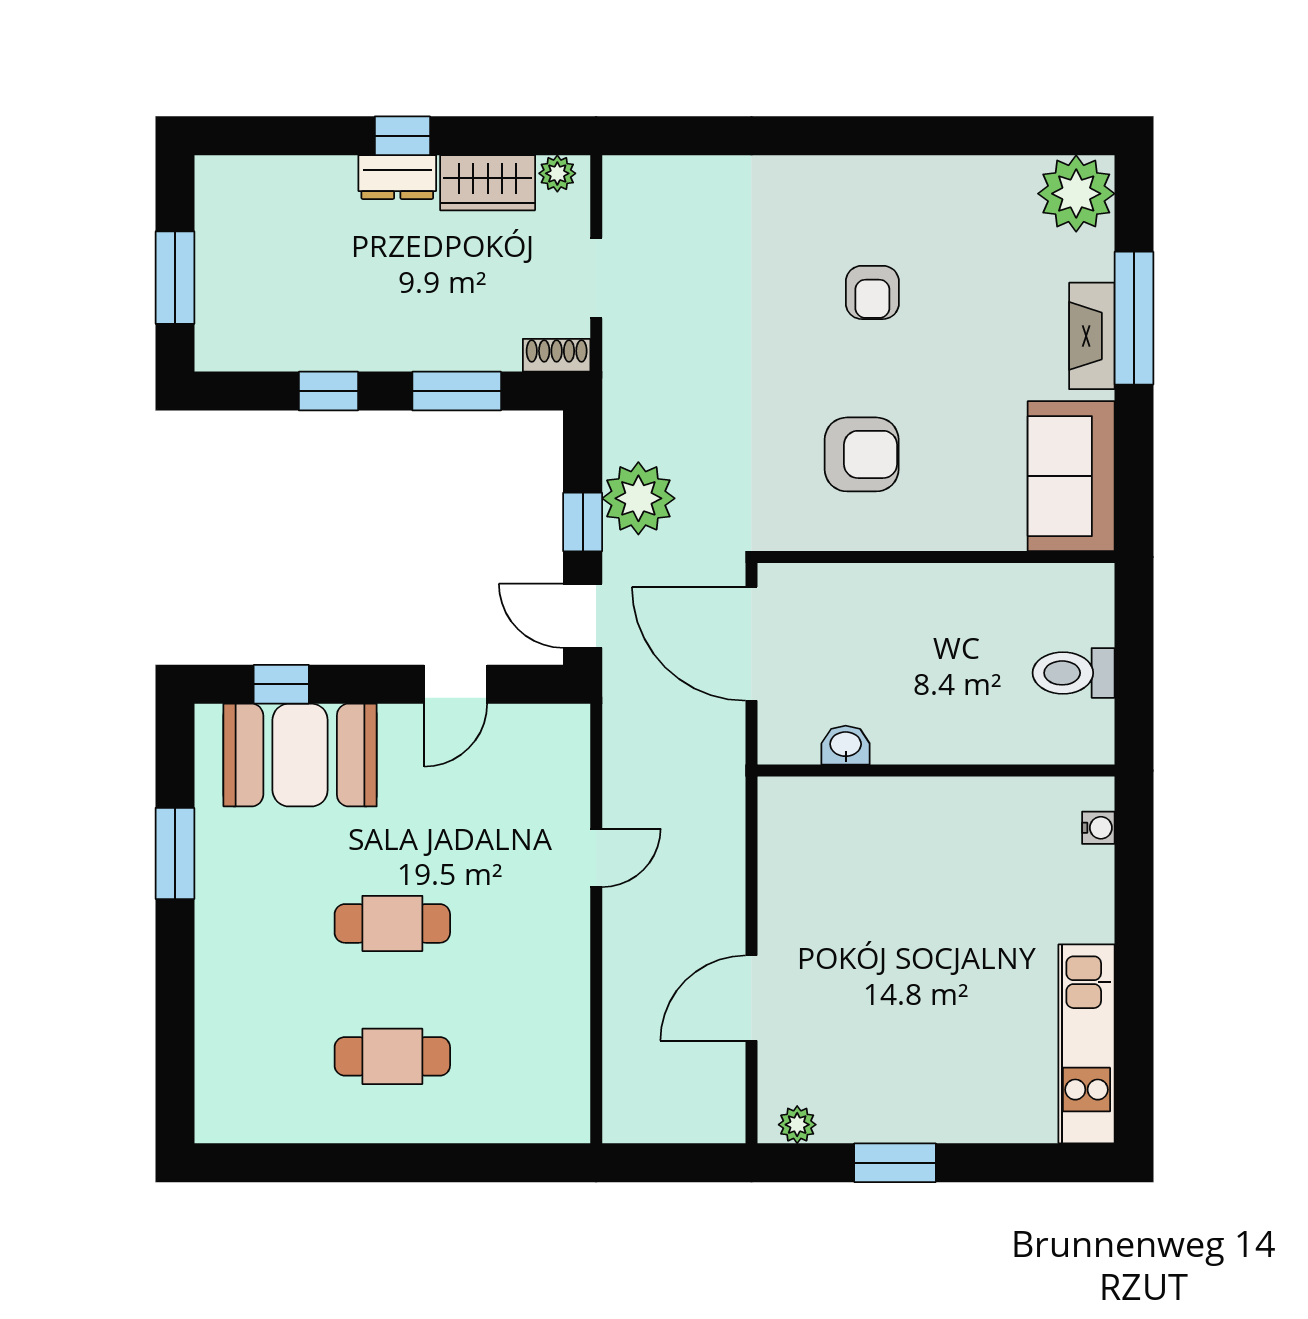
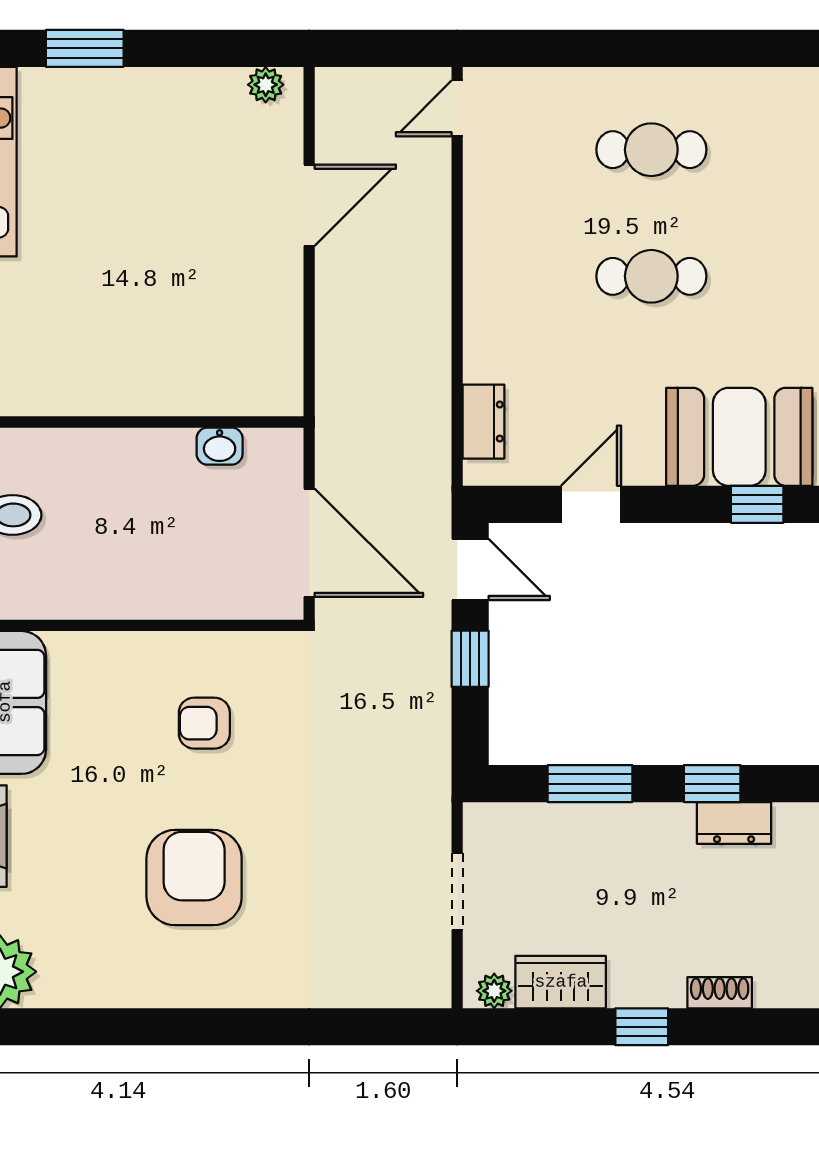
dresser: (397, 177) -> (734, 823), moved, turned 180
armchair: (872, 292) -> (194, 878), width x1.88, depth x1.88
shoe rack: (557, 355) -> (720, 993), moved, turned 180
armchair: (862, 454) -> (204, 723), width x0.72, depth x0.72
plant: (638, 498) -> (417, 681), removed
dresser: (569, 771) -> (484, 422), added
door: (596, 858) -> (457, 108), moved
window: (895, 1163) -> (85, 48), moved

